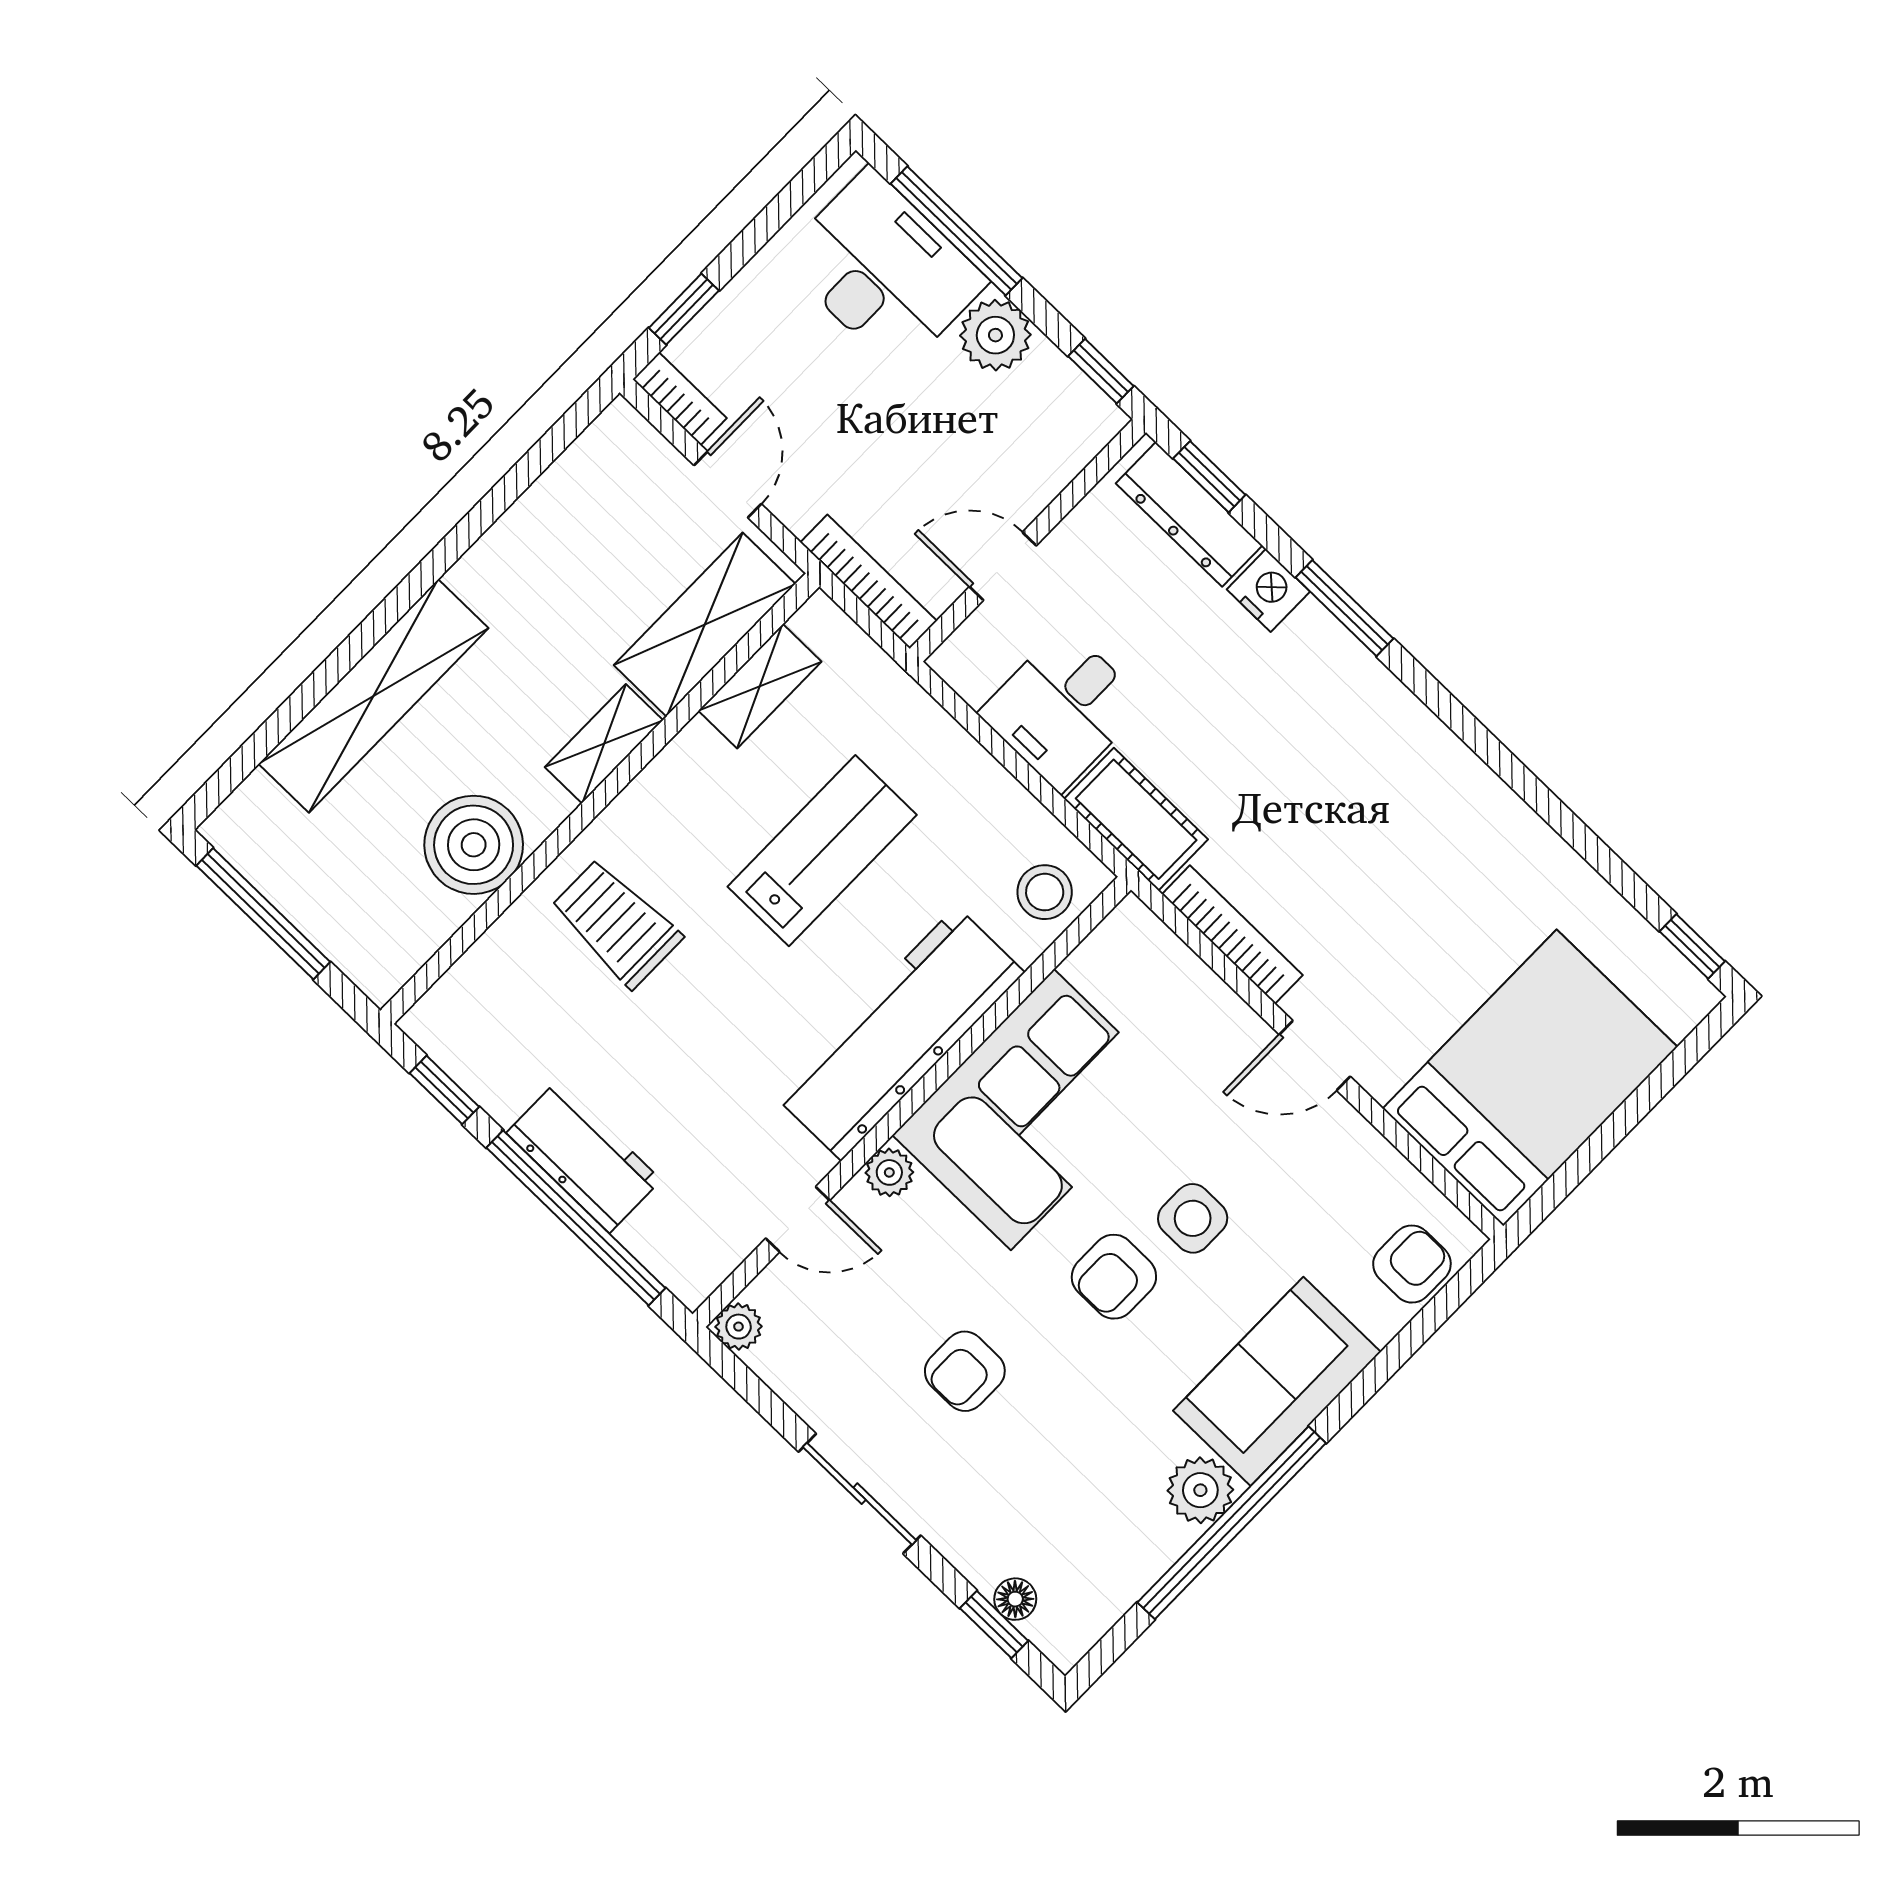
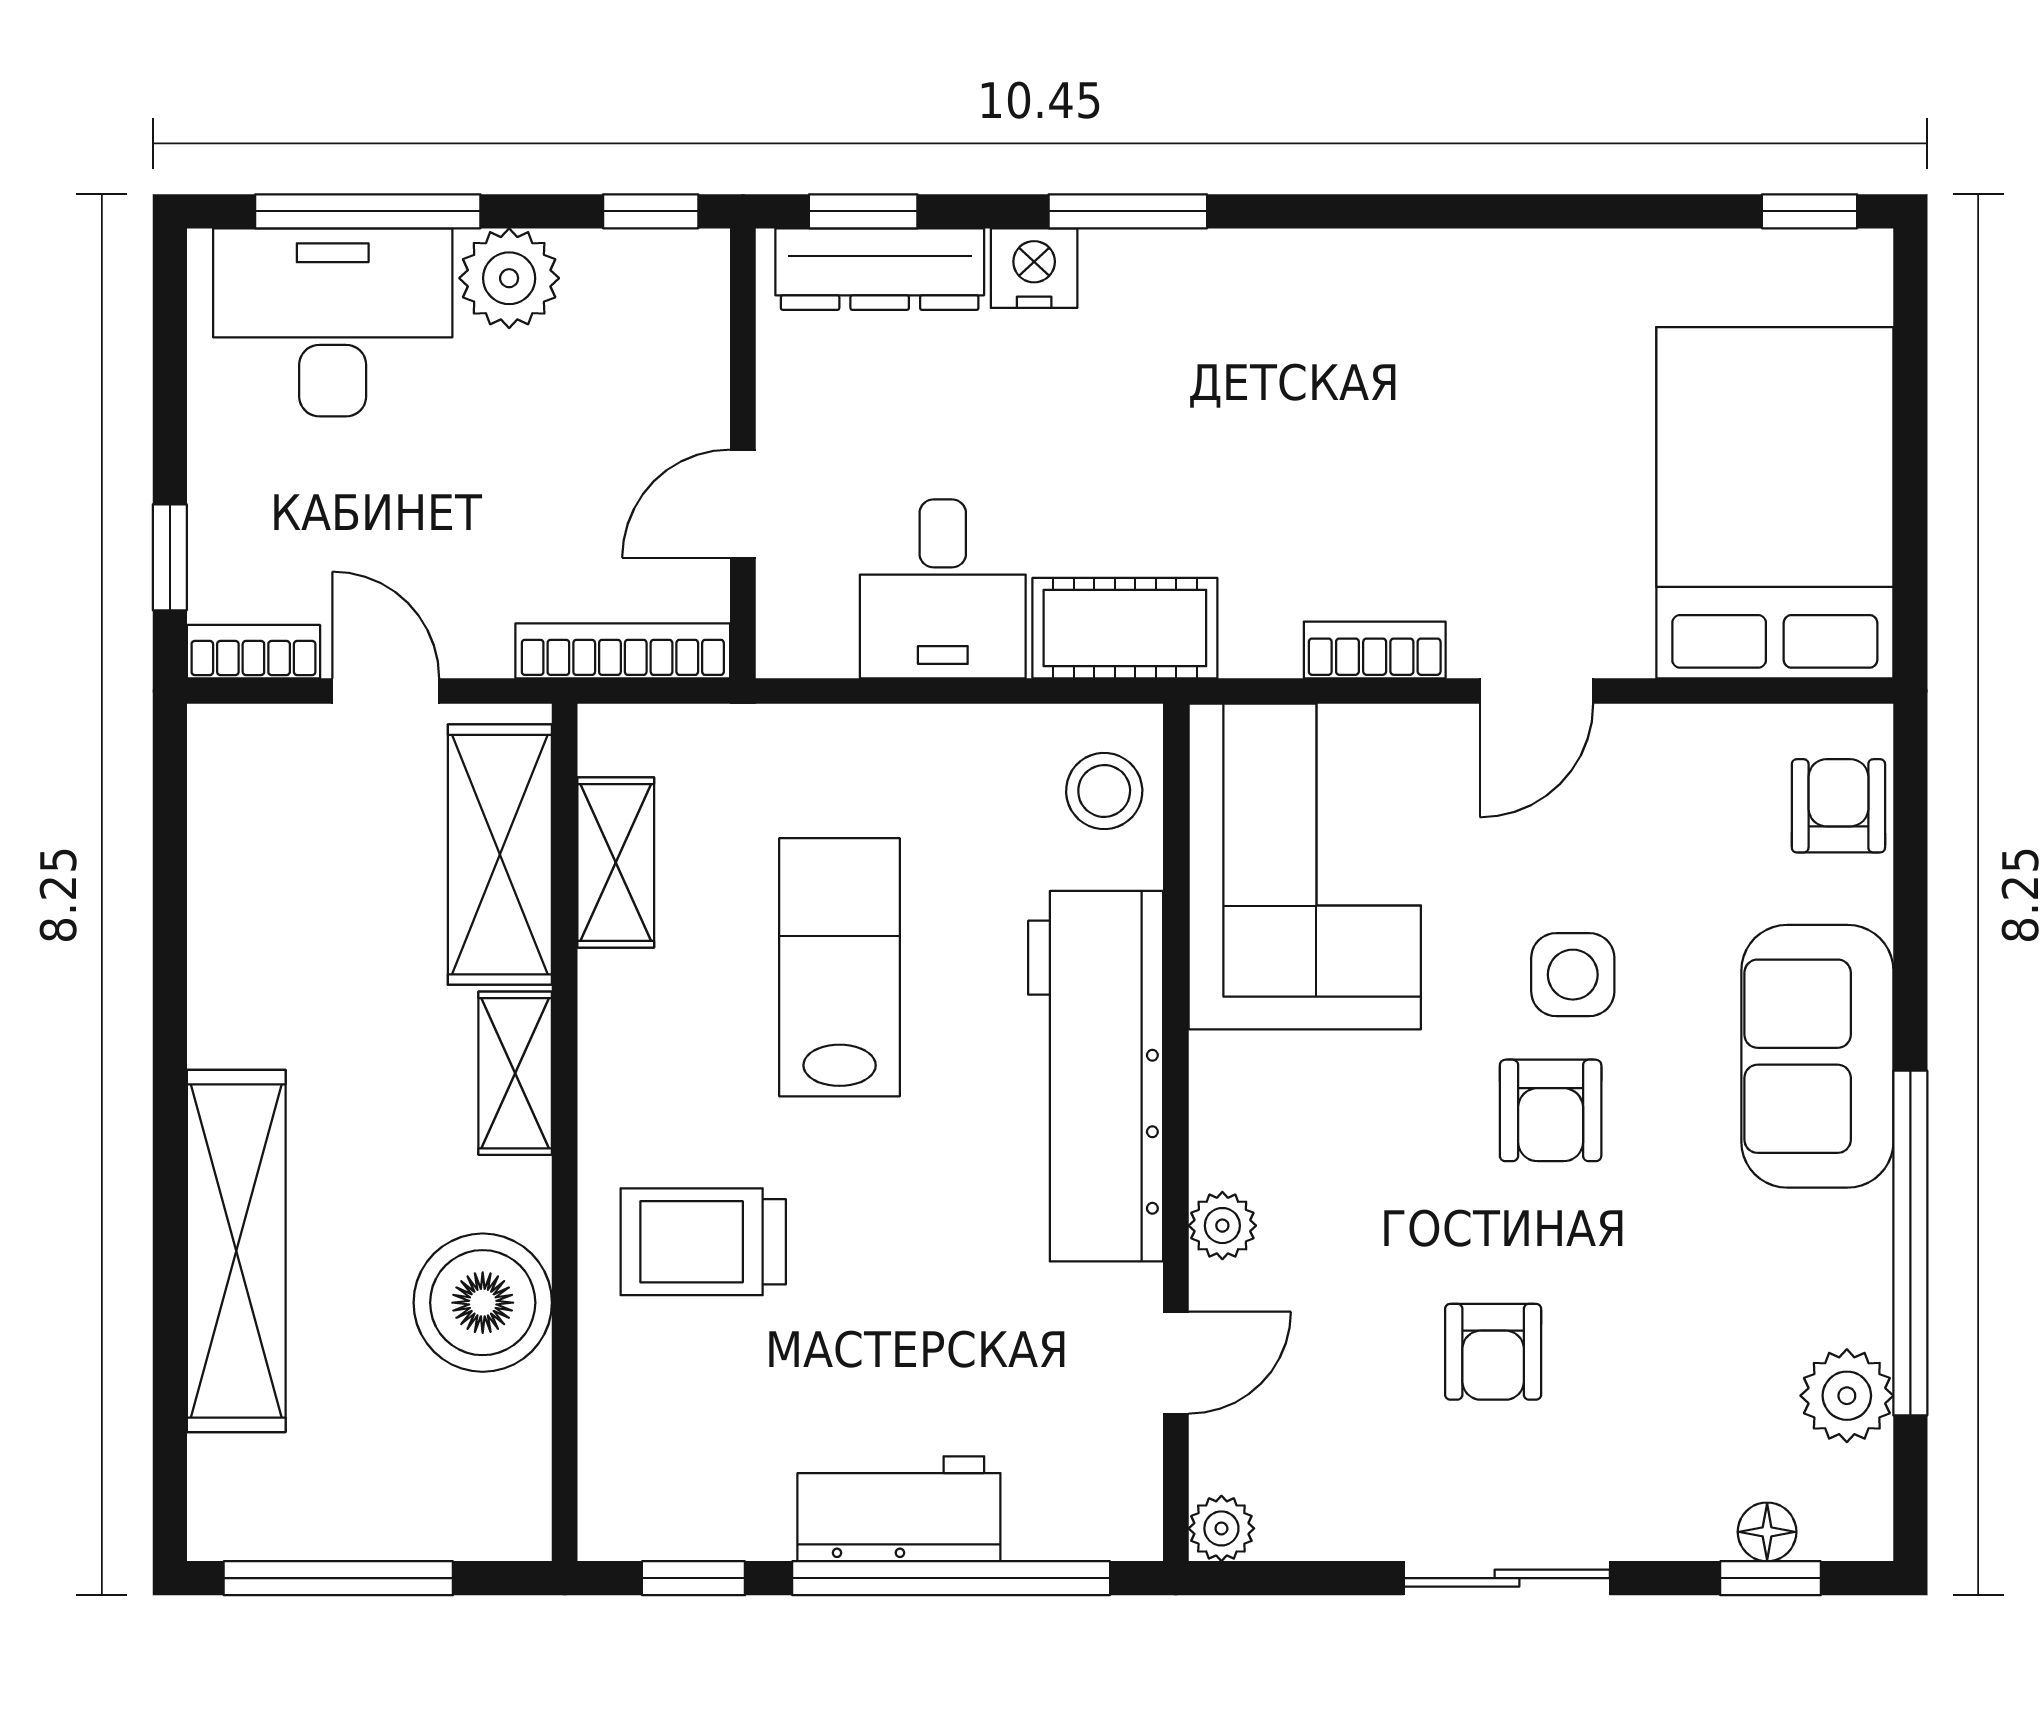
bookcase: (1232, 935) -> (1375, 650), width x0.64
corner sofa: (1032, 1110) -> (1305, 867), moved
plant: (1200, 1490) -> (1847, 1396), moved

